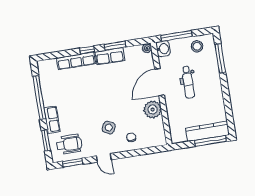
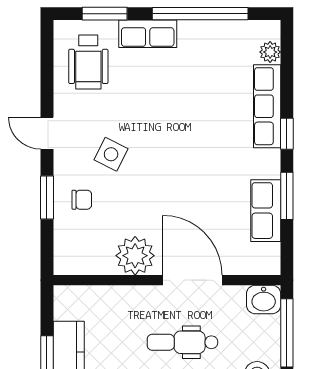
plant: (147, 48) -> (270, 52), moved
row of seats: (110, 56) -> (266, 211), moved
door: (104, 158) -> (47, 133), hinge flipped
window: (73, 163) -> (47, 197), moved

